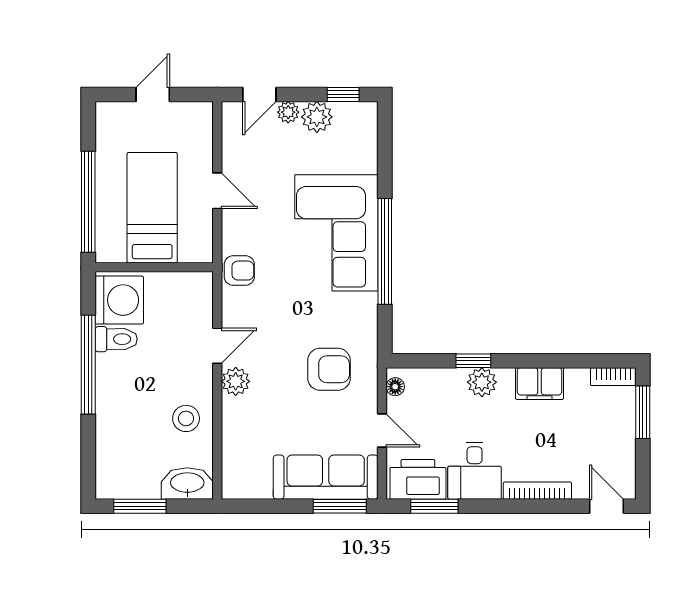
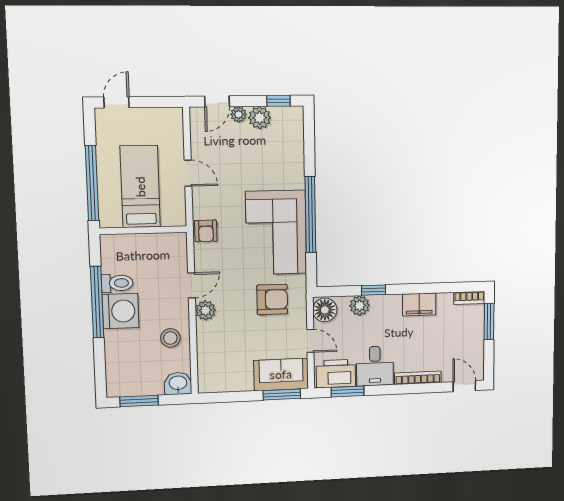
door: (153, 94) -> (117, 102), moved
corner sofa: (336, 233) -> (276, 232), moved
armchair: (239, 271) -> (206, 231), turned 90
washing machine: (119, 300) -> (120, 311), moved
plant: (482, 382) -> (360, 306), moved
floor lamp: (395, 387) -> (325, 310), width x1.89, depth x1.89
sofa: (326, 477) -> (281, 374), width x0.73
washbasin: (187, 483) -> (178, 383), width x0.72

